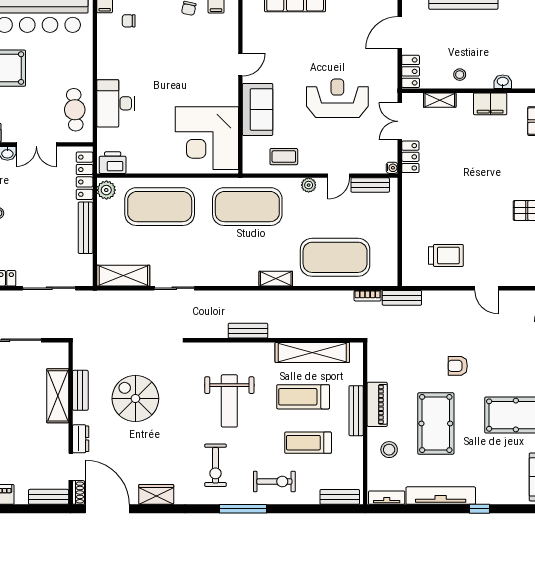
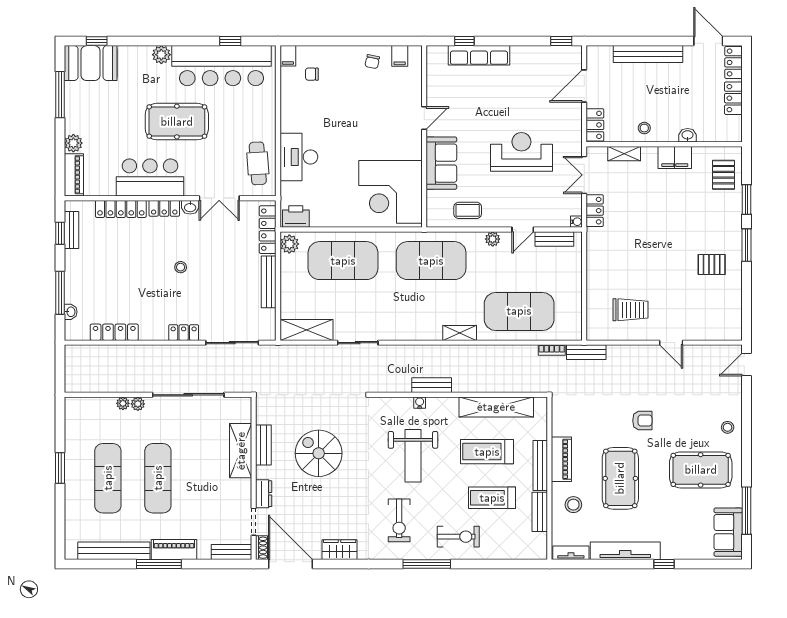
water cooler: (236, 348) -> (420, 403), added
armchair: (458, 366) -> (642, 421), turned 180
bench: (340, 497) -> (540, 512), moved, turned 90

